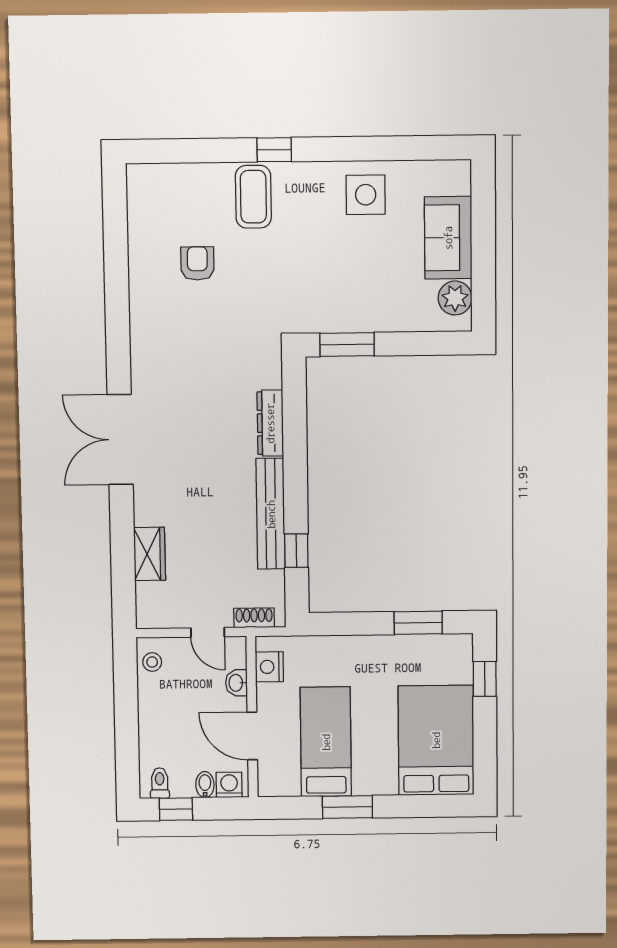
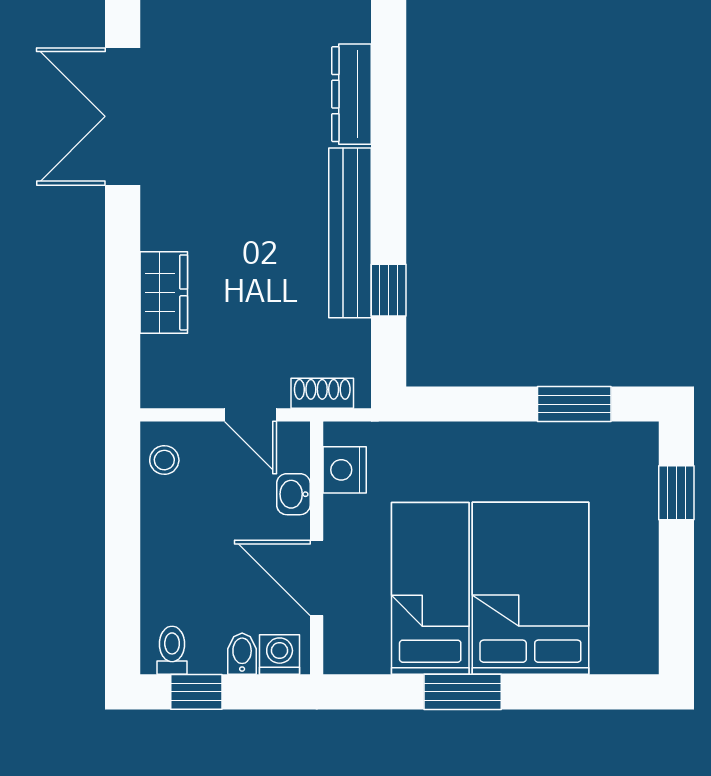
bed: (436, 740) -> (530, 588), moved

